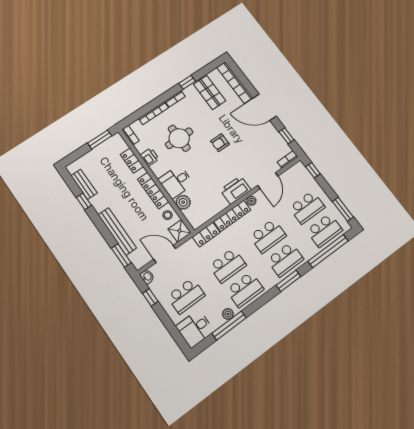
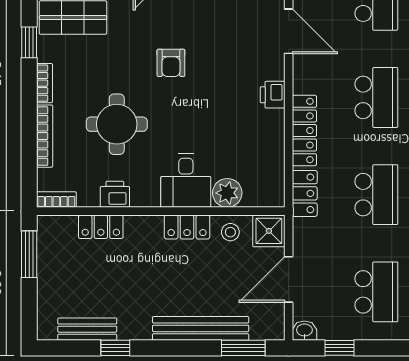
printer: (236, 190) -> (273, 95), width x0.53, depth x0.68
locker: (153, 191) -> (187, 227), width x0.66
plant: (251, 201) -> (302, 82), removed

